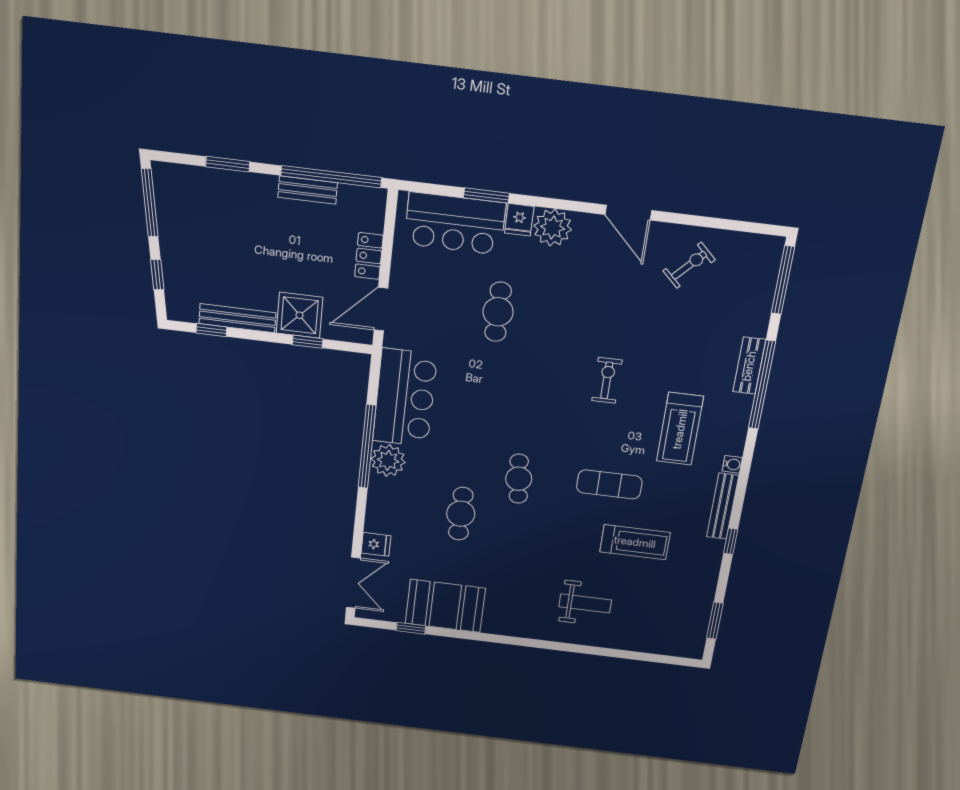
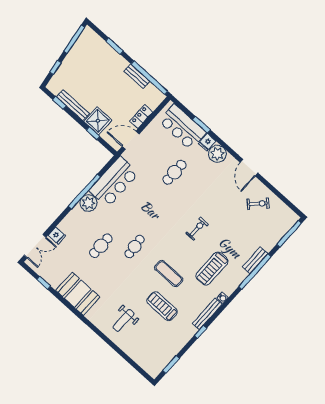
treadmill: (635, 542) -> (162, 306), turned 180
weight bench: (585, 603) -> (123, 320), turned 90
booth: (445, 606) -> (78, 294), moved

